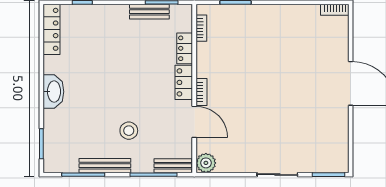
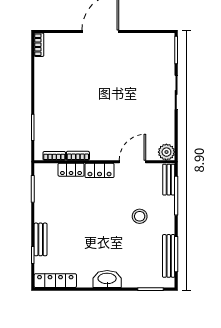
bench: (149, 12) -> (41, 239), moved
bookcase: (201, 92) -> (78, 156), moved
bench: (105, 166) -> (169, 256), moved

